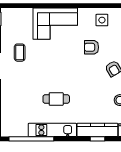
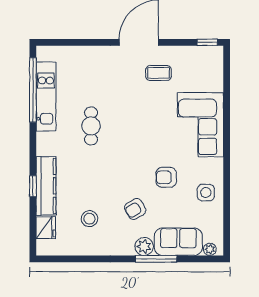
armchair: (91, 47) -> (166, 177), turned -90
kitchen unit: (52, 130) -> (46, 97), moved

